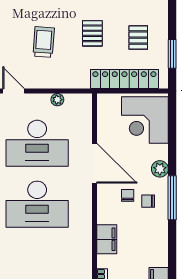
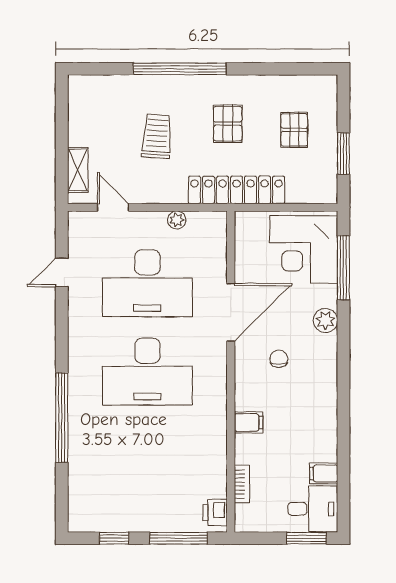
locker: (124, 79) -> (237, 190), moved
door: (95, 163) -> (231, 312), hinge flipped
window: (172, 198) -> (343, 268), moved
chair: (148, 201) -> (308, 367), removed
filing cabinet: (107, 239) -> (248, 422), width x0.50

